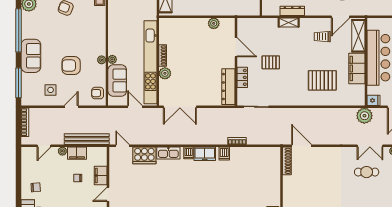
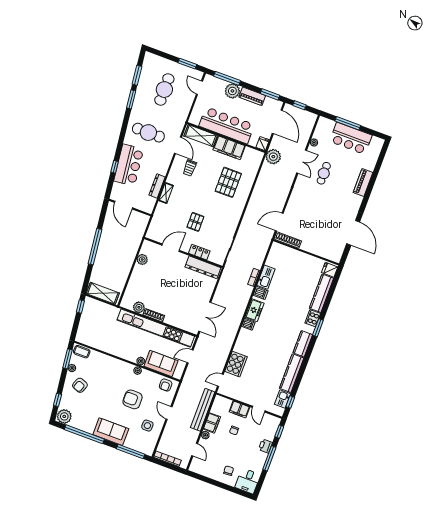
armchair: (71, 66) -> (133, 399), turned 90
plant: (165, 73) -> (139, 307), moved
kitchen sink: (168, 153) -> (266, 277), moved

